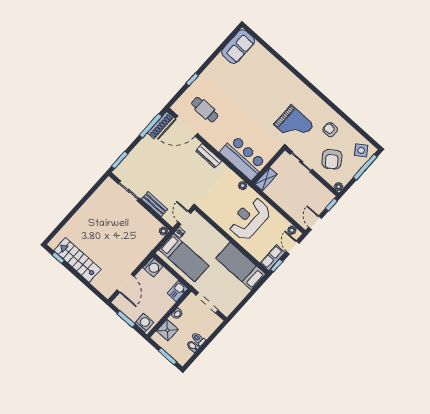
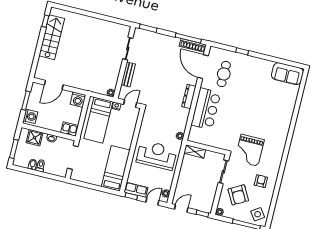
bar counter: (243, 158) -> (206, 109), moved
armchair: (332, 159) -> (238, 195), turned -83

